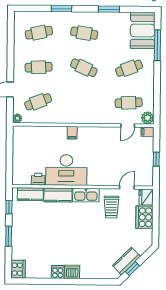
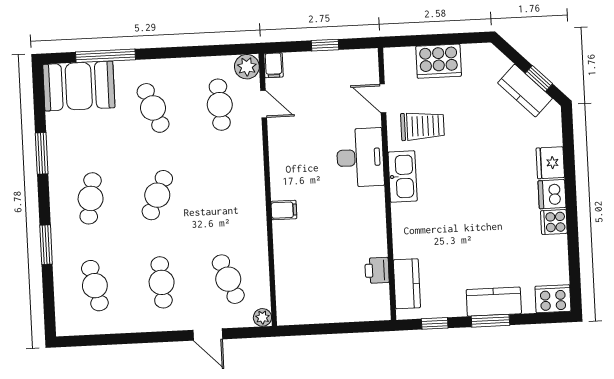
desk: (66, 170) -> (360, 157), moved, width x0.73, depth x0.77
kitchen counter: (58, 195) -> (494, 302), moved, turned -90
fridge: (146, 197) -> (550, 163), moved, turned 90

